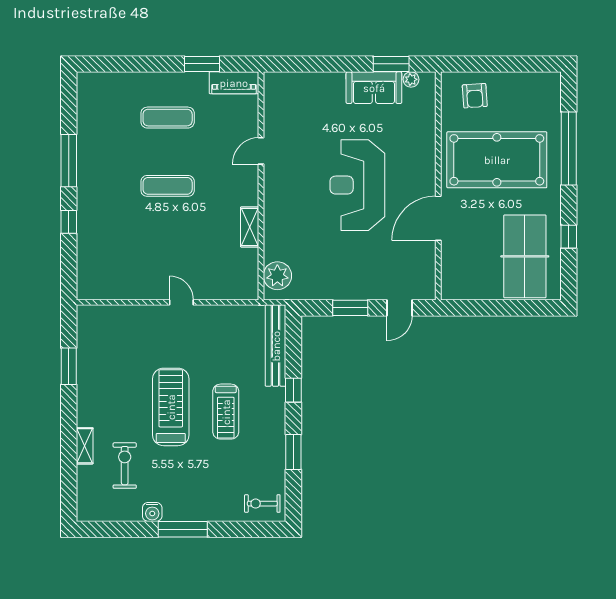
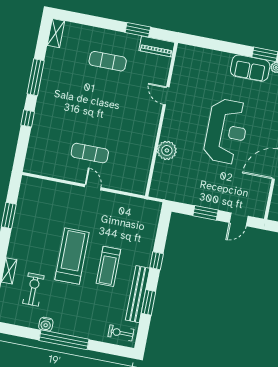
door: (261, 151) -> (166, 96), hinge flipped
reception desk: (357, 185) -> (226, 131), turned 180
exercise mat: (168, 186) -> (90, 153), moved
shelving: (250, 227) -> (56, 33), moved
plant: (277, 276) -> (167, 150), moved
bench: (276, 346) -> (138, 294), moved
window: (183, 529) -> (64, 340), width x1.46

